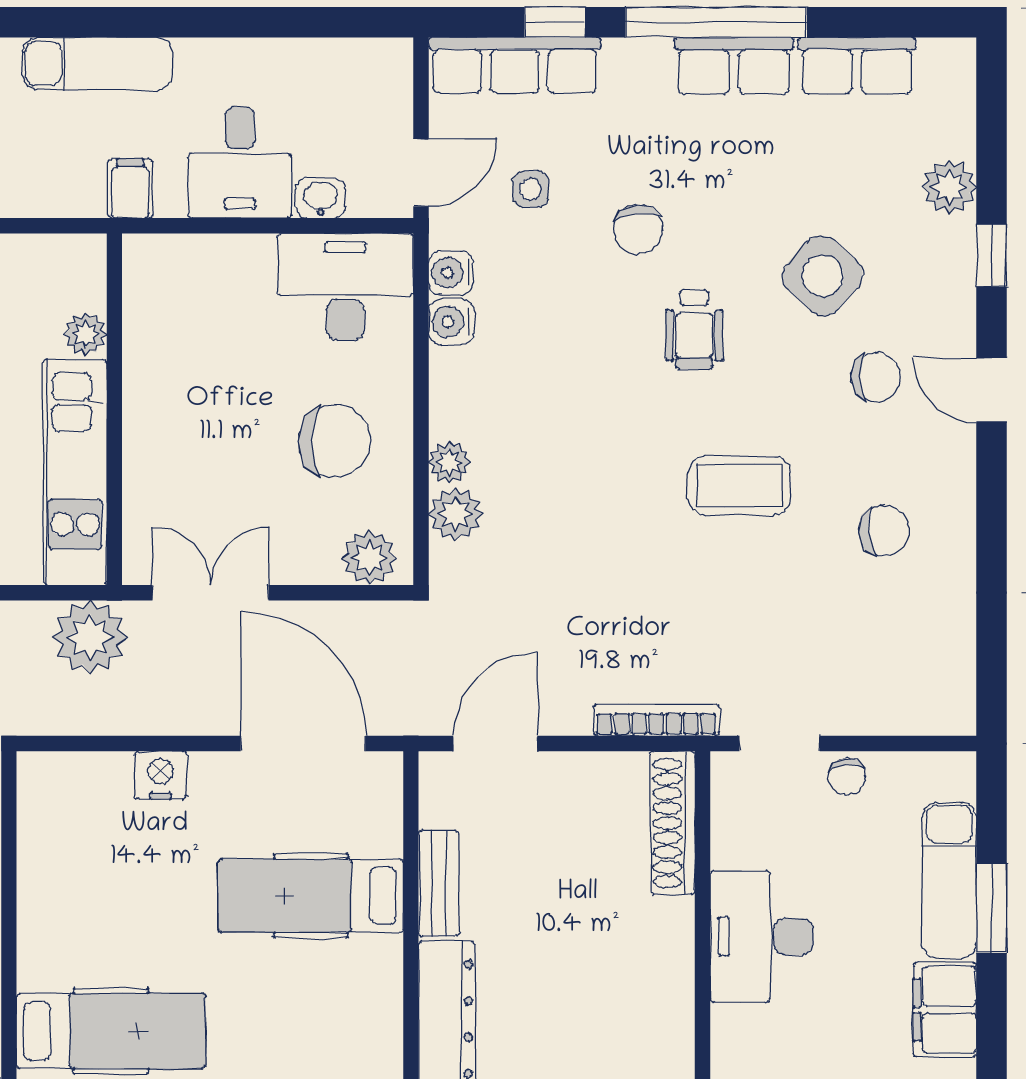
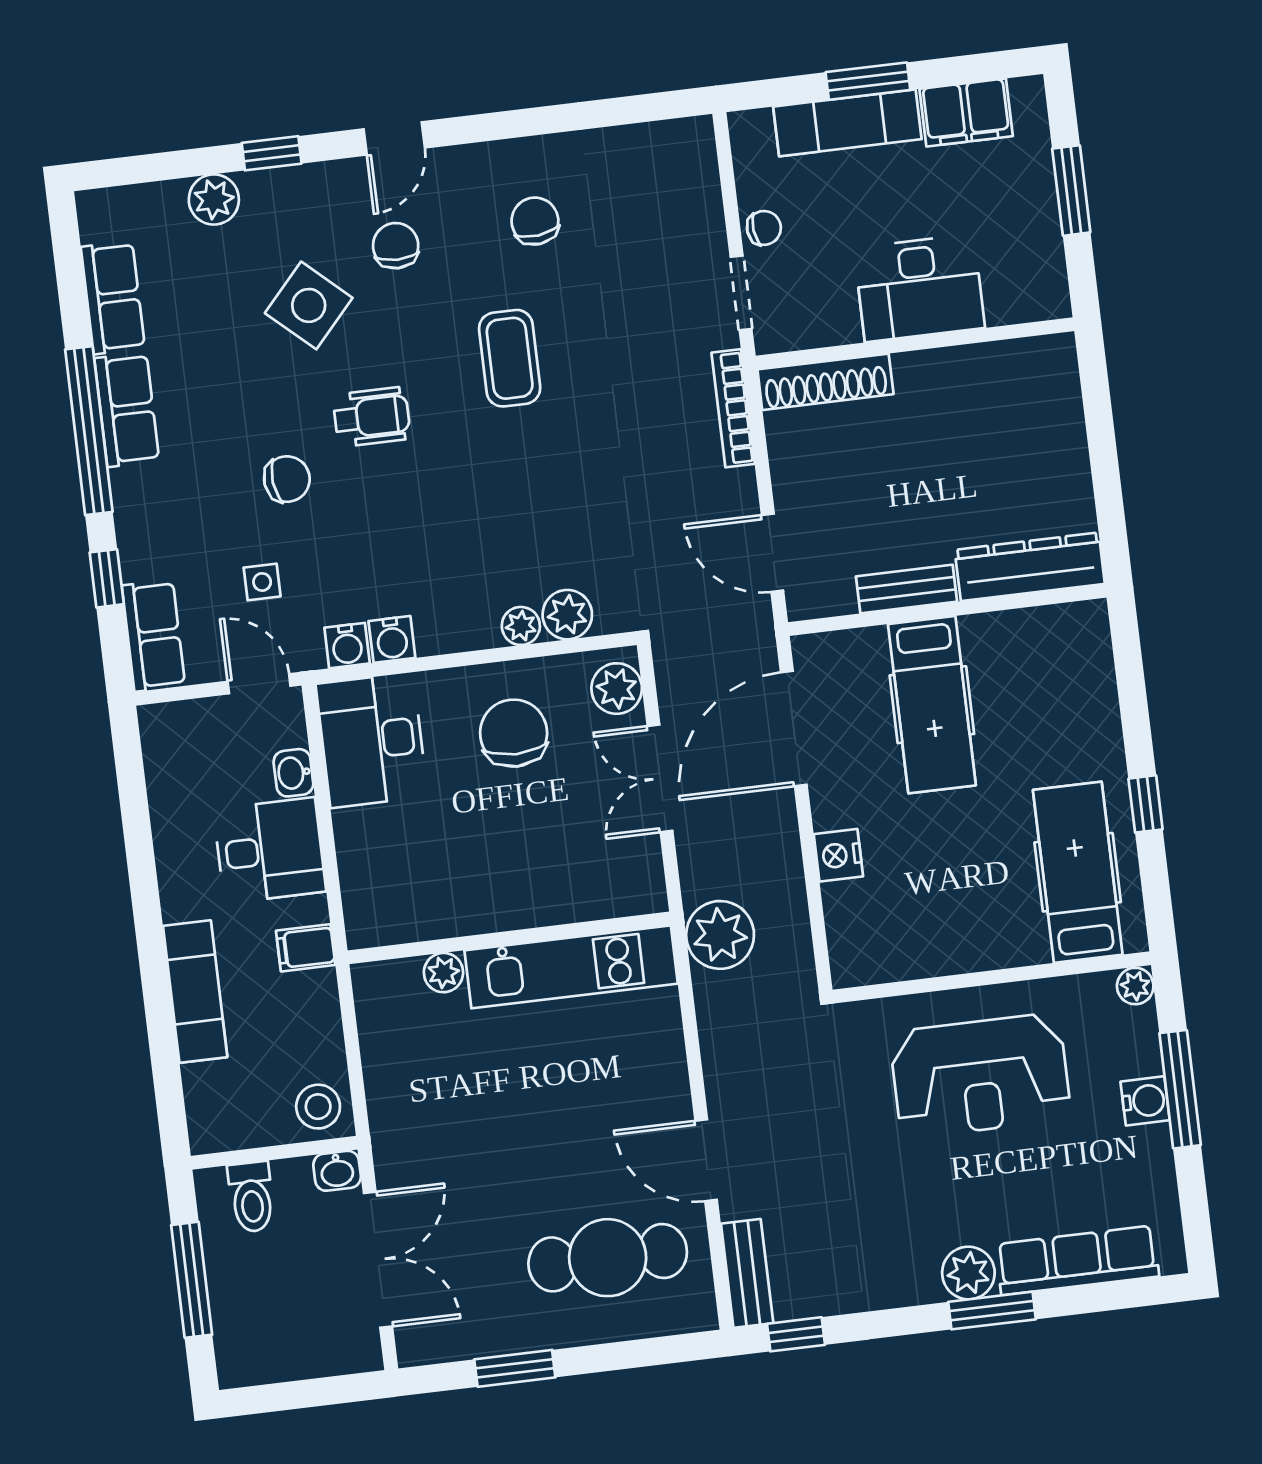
row of seats: (515, 65) -> (153, 636), width x0.68
double door: (211, 593) -> (660, 778), moved

